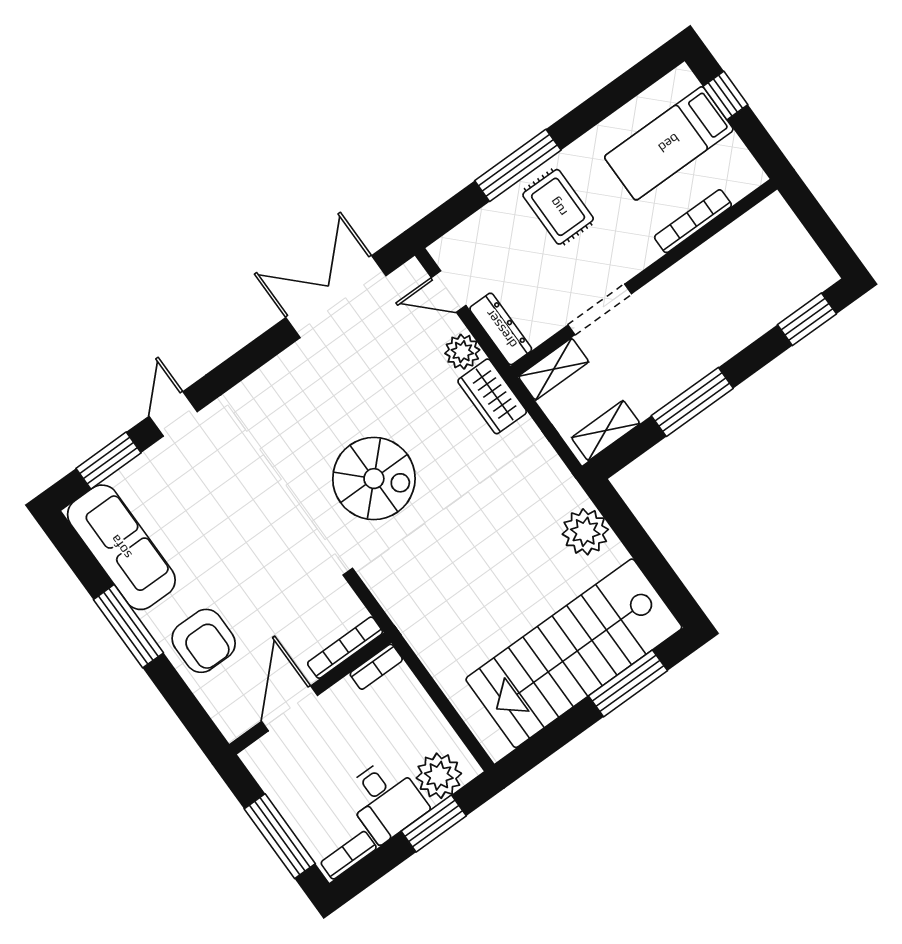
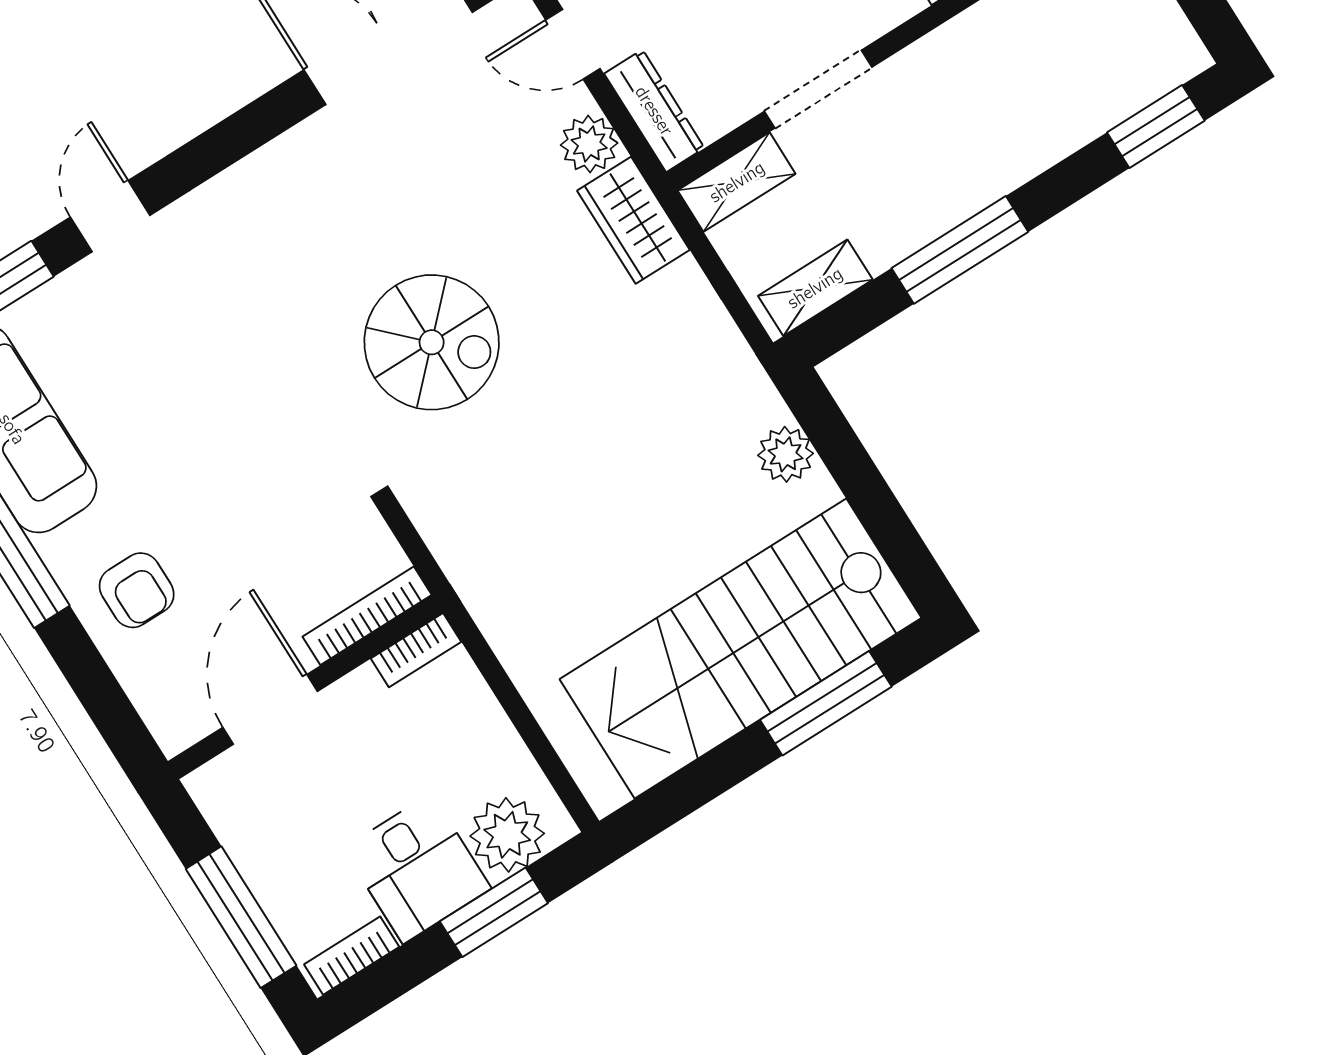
plant: (585, 532) -> (786, 454), width x0.73, depth x0.73
armchair: (204, 641) -> (137, 590), width x0.72, depth x0.72

